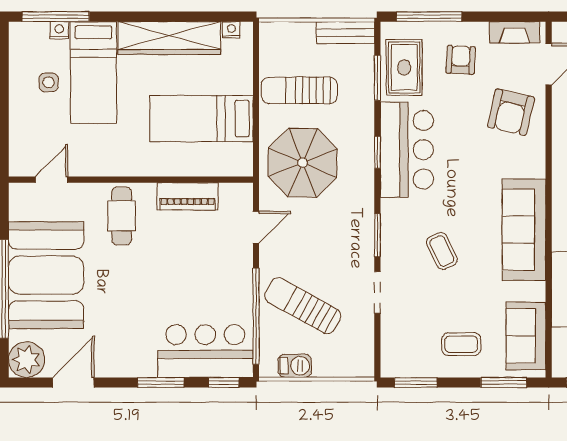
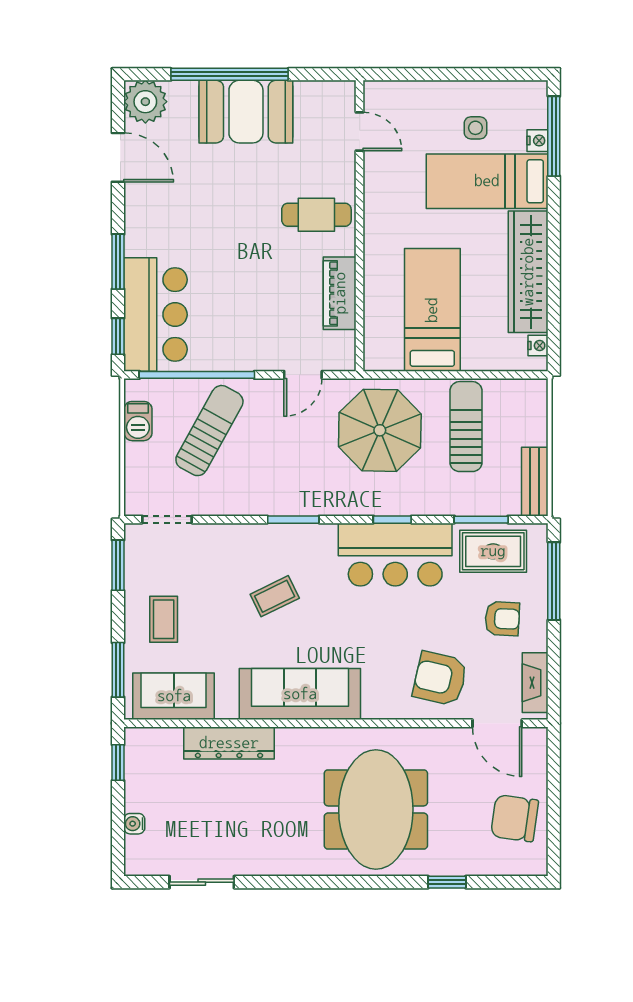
door: (256, 227) -> (303, 375), hinge flipped
booth: (46, 275) -> (246, 112), width x0.73, depth x0.70
doorway: (377, 293) -> (167, 520), moved

